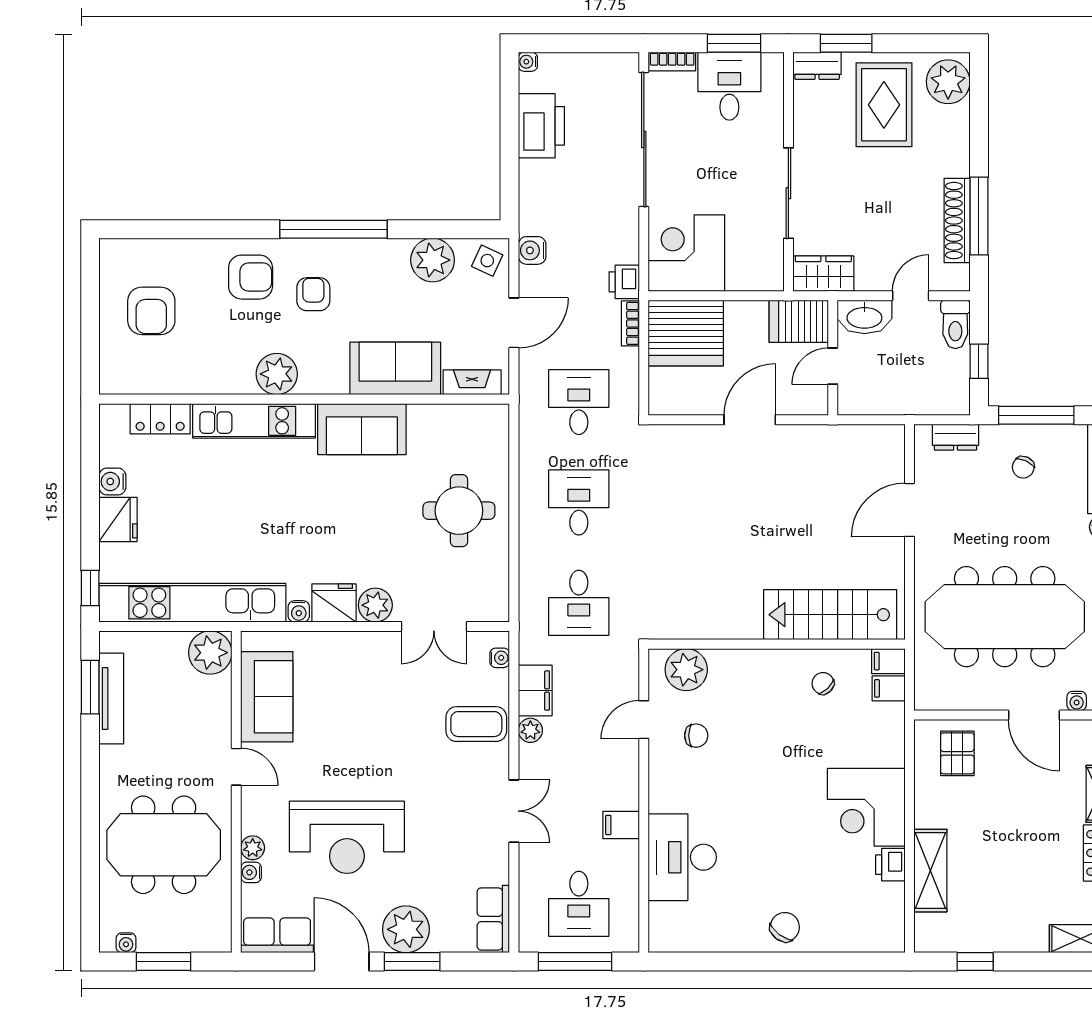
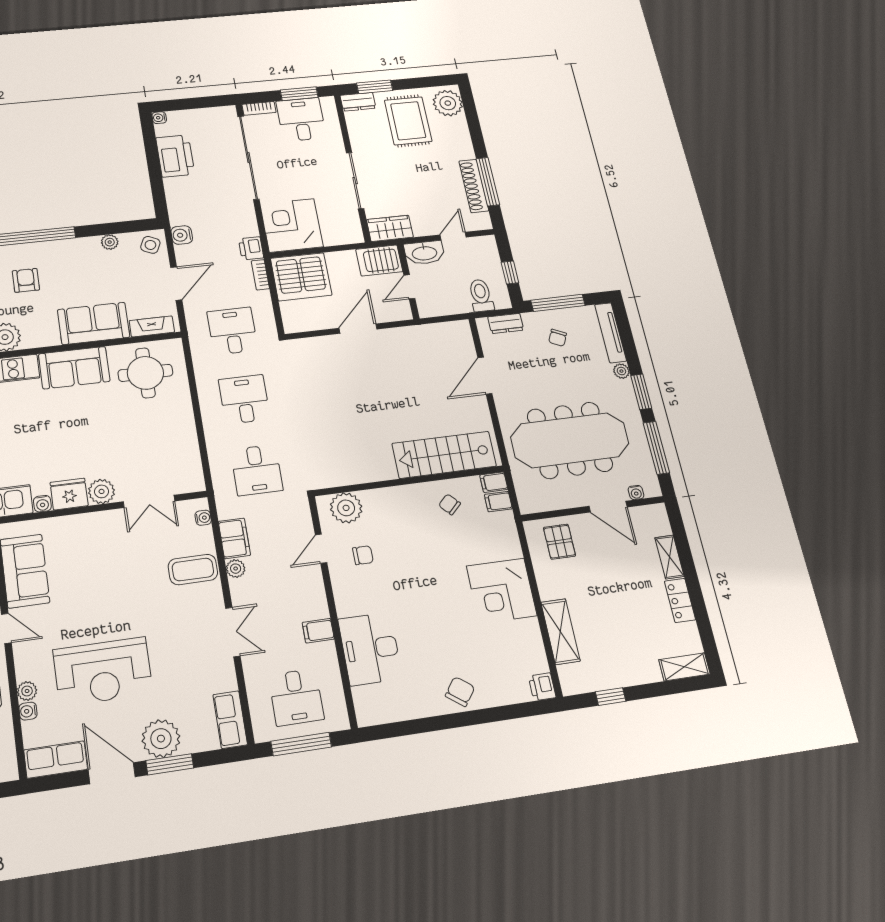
plant: (433, 260) -> (110, 242), width x0.53, depth x0.53
toilet: (955, 324) -> (481, 295), moved, turned 180
round table: (459, 511) -> (145, 373), moved
printer: (890, 865) -> (542, 687), moved

